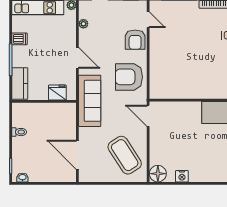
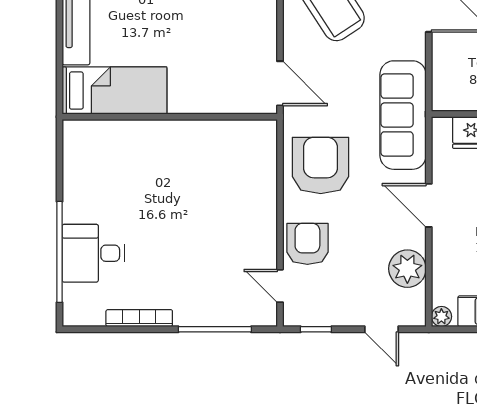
plant: (83, 24) -> (407, 269), width x1.87, depth x1.87
armchair: (129, 77) -> (321, 165), turned -90

